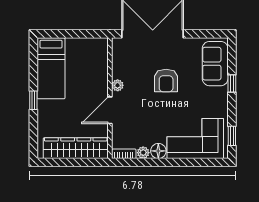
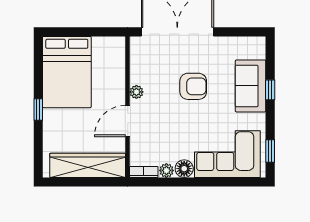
sofa: (215, 64) -> (251, 86), moved
bed: (51, 68) -> (67, 72), width x1.50
armchair: (166, 81) -> (193, 86), turned -90

